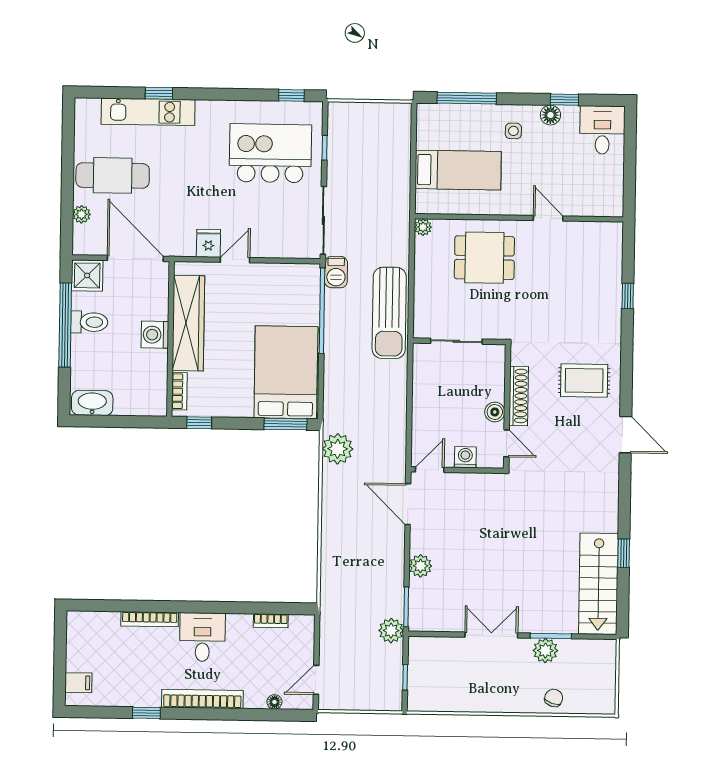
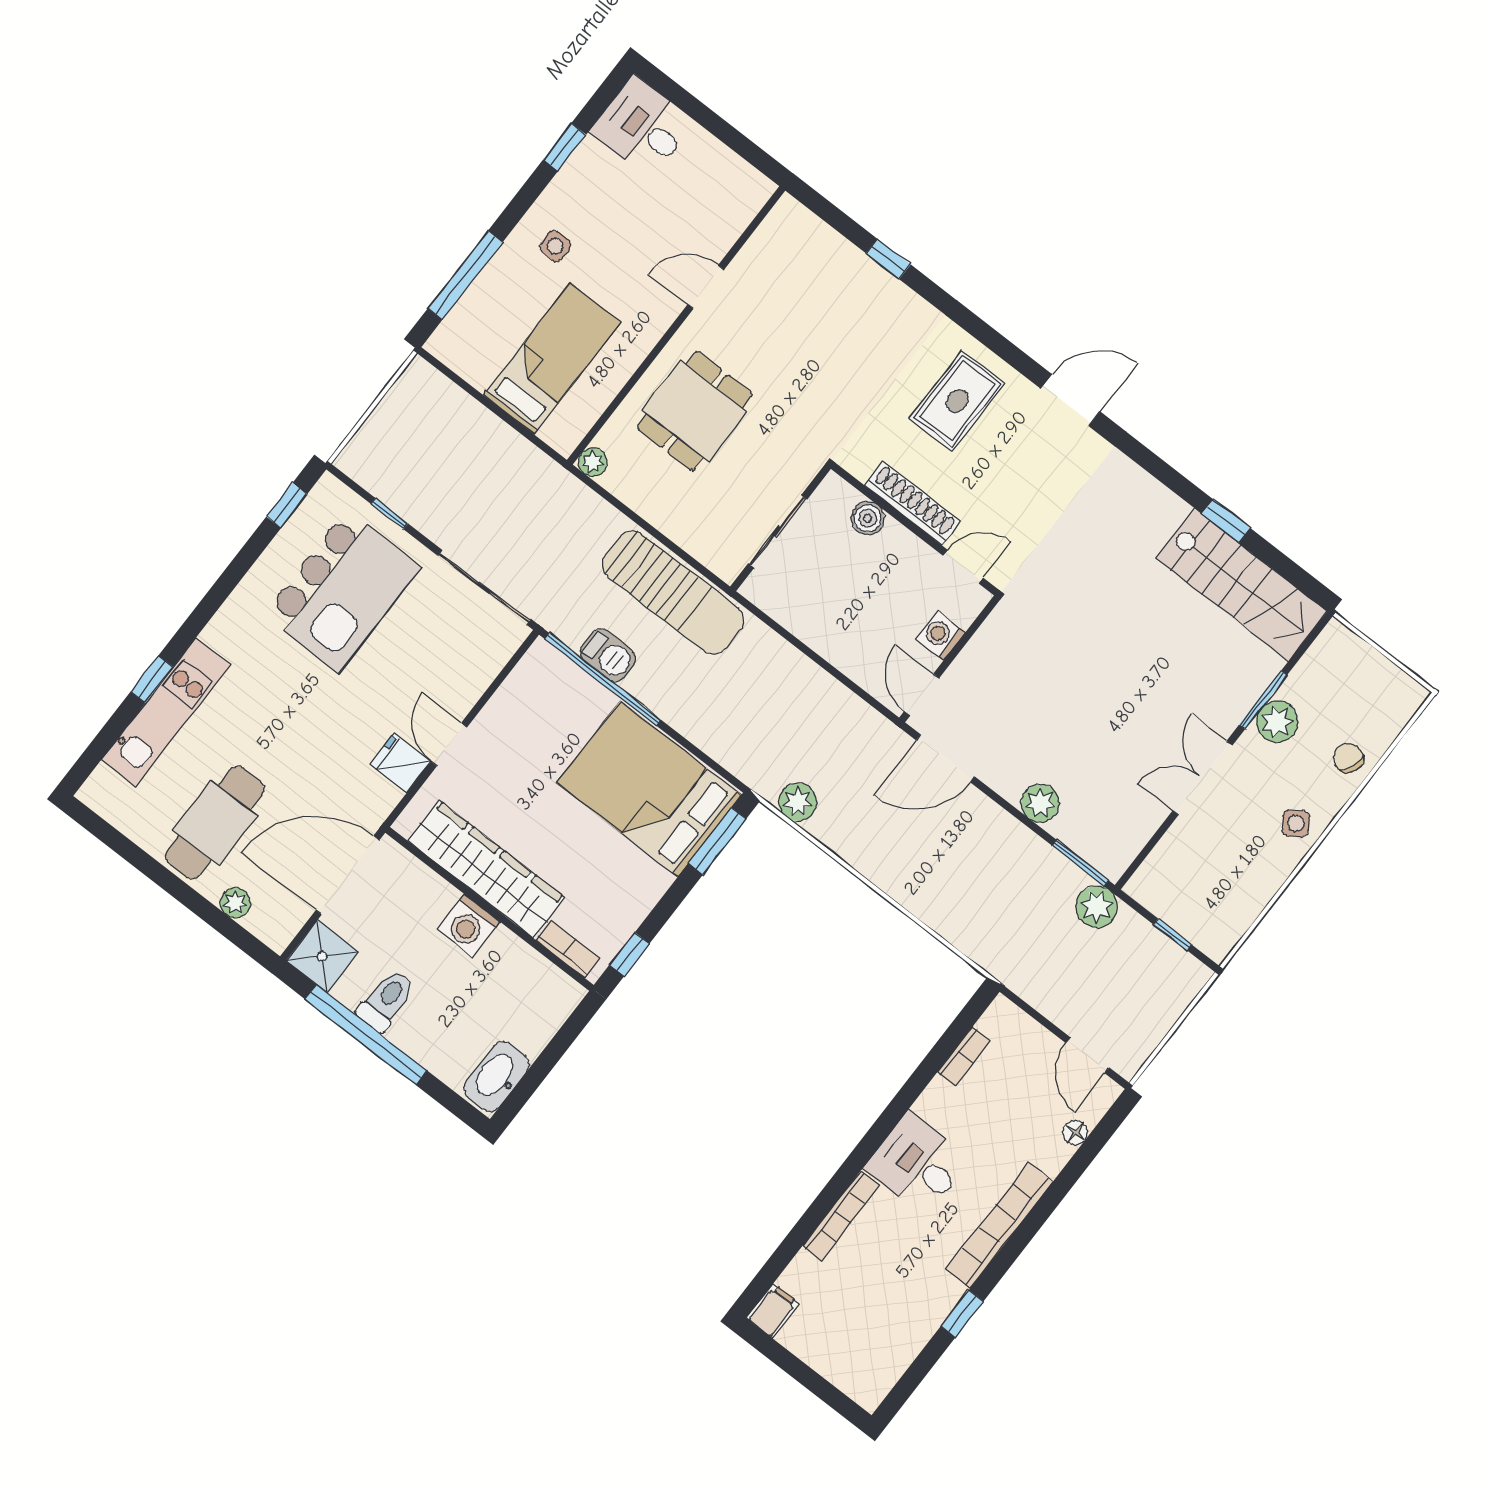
floor lamp: (550, 115) -> (571, 181), removed
kitchen island: (270, 153) -> (342, 591), turned 180
barbecue: (336, 272) -> (608, 655), moved
boiler: (495, 412) -> (868, 518), moved
plant: (338, 449) -> (798, 802), width x0.73, depth x0.73
filing cabinet: (78, 683) -> (773, 1311), moved
side table: (503, 696) -> (1296, 823), added

